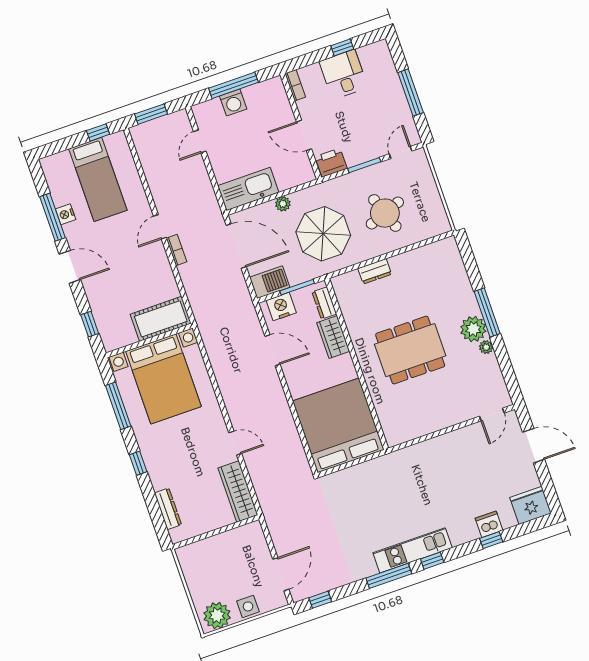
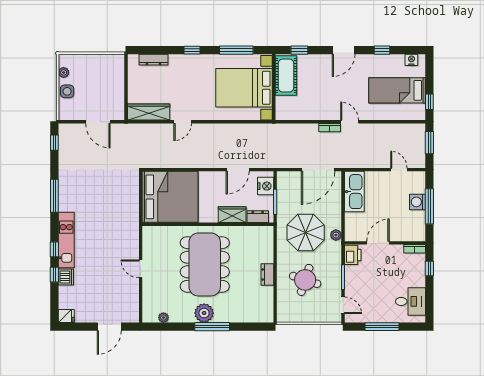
window: (342, 47) -> (429, 269), moved
desk: (343, 75) -> (410, 301), moved
plant: (283, 204) -> (336, 235), moved
round table: (385, 213) -> (305, 280), turned 38
nightstand: (66, 214) -> (411, 60), moved
window: (52, 217) -> (382, 50), width x0.46
dresser: (375, 271) -> (267, 274), moved
barbecue: (270, 282) -> (285, 184), removed
cot: (161, 319) -> (286, 76), moved
plant: (486, 347) -> (163, 318), moved
dining table: (410, 350) -> (205, 264), width x1.36, depth x1.24
door: (492, 415) -> (141, 269), moved
fridge: (530, 505) -> (66, 316), width x0.53, depth x0.75
kitchen unit: (413, 550) -> (66, 240), moved
window: (432, 561) -> (54, 249), moved
door: (281, 574) -> (98, 122), moved
plant: (217, 615) -> (64, 72), width x0.53, depth x0.53

